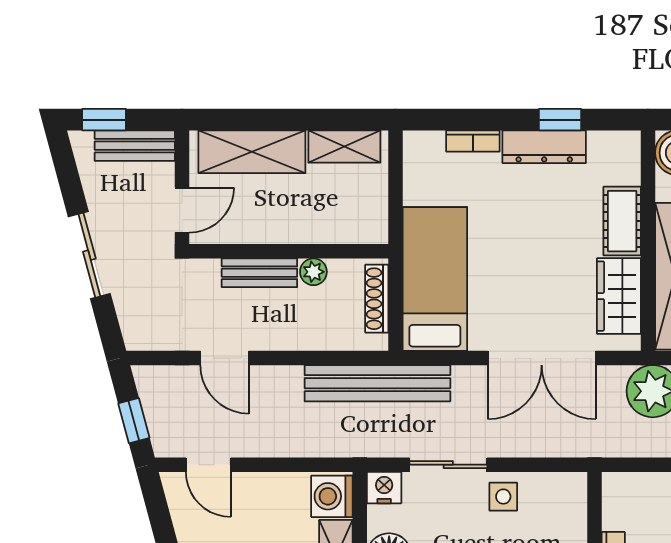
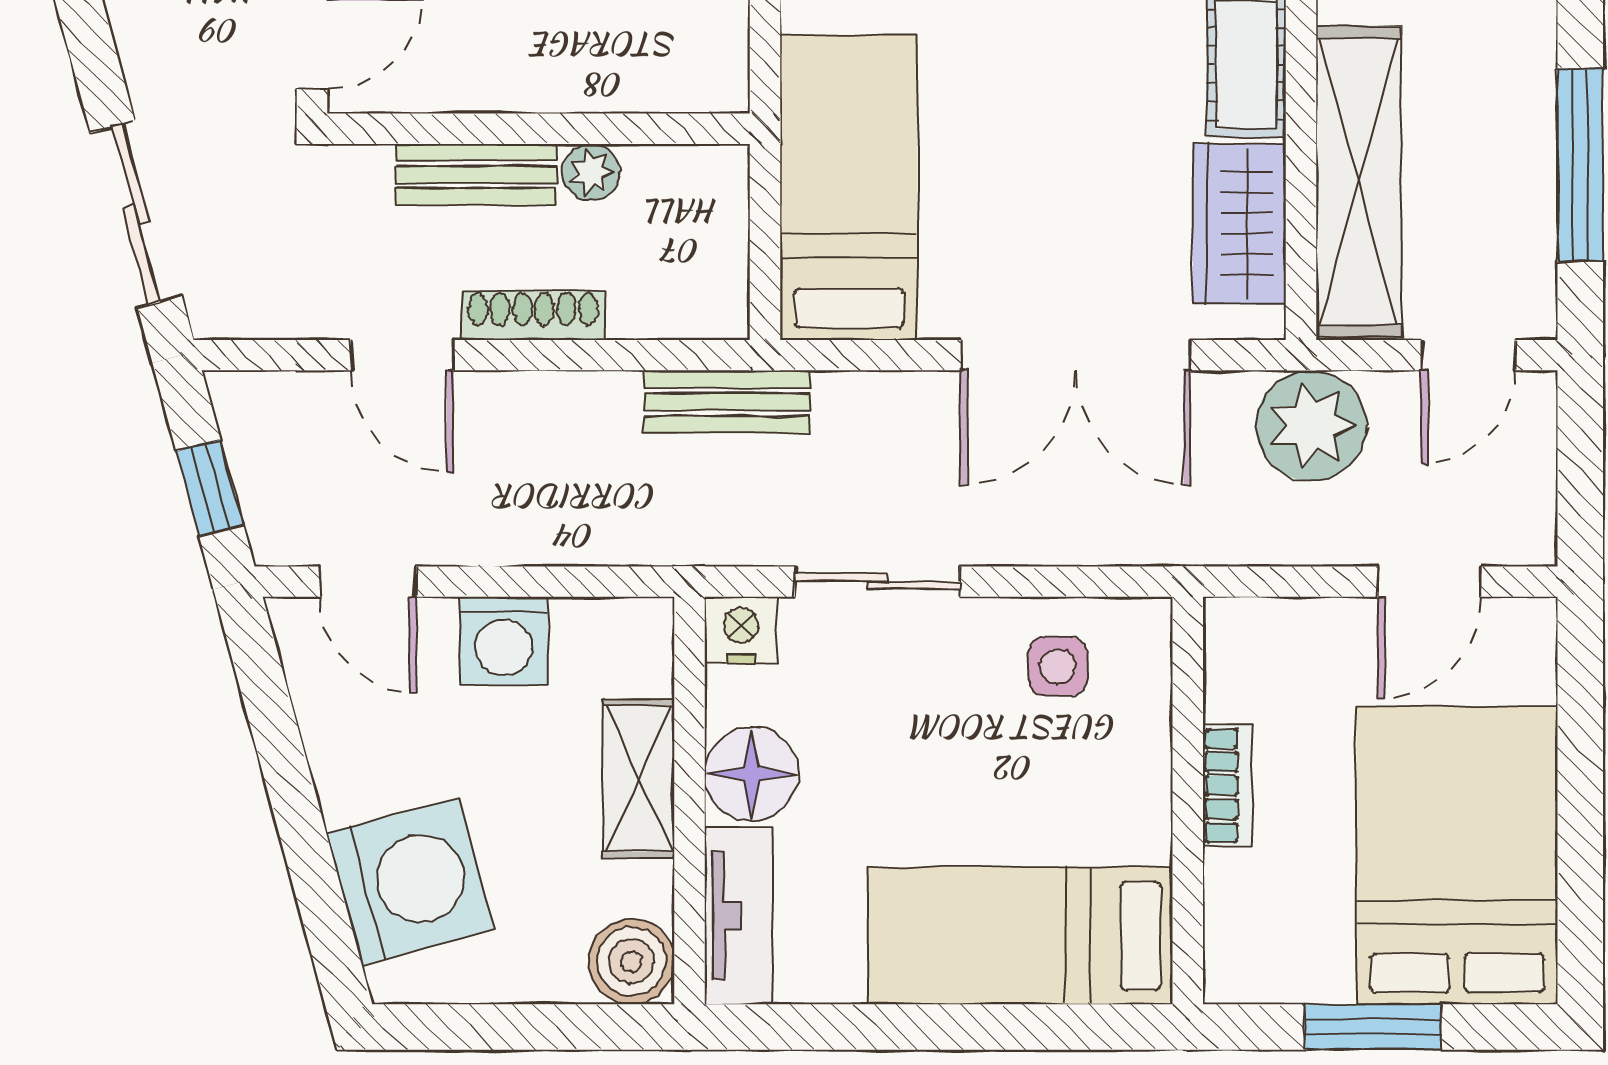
sliding door: (89, 255) -> (136, 215), moved
shoe rack: (377, 299) -> (533, 316), moved, turned 90
bench: (377, 383) -> (727, 402), width x0.54, depth x0.82
washing machine: (332, 496) -> (504, 641), moved, turned -90
side table: (503, 497) -> (1058, 667), moved

